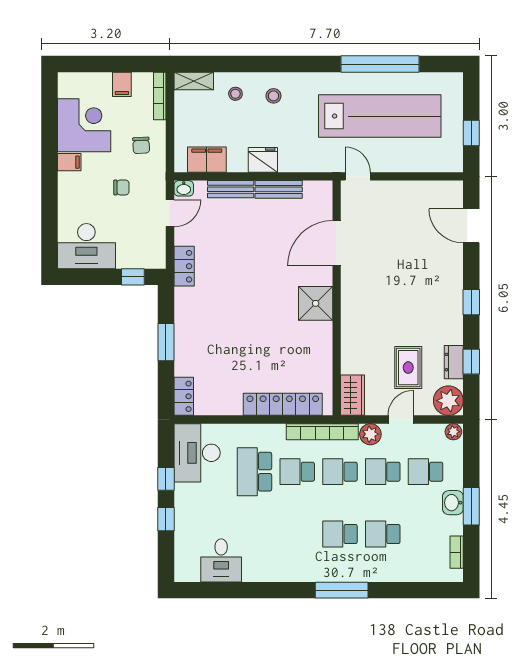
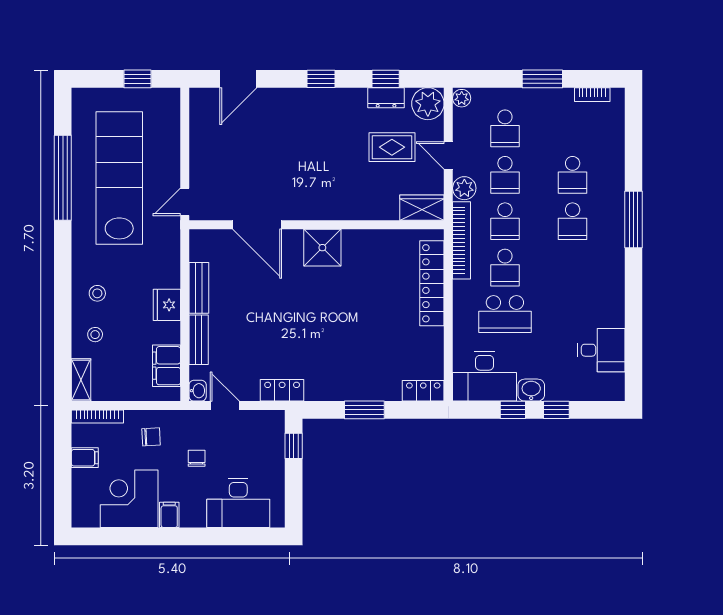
desk: (86, 246) -> (238, 503), moved, turned 90
washbasin: (453, 503) -> (531, 390), moved, turned 180

